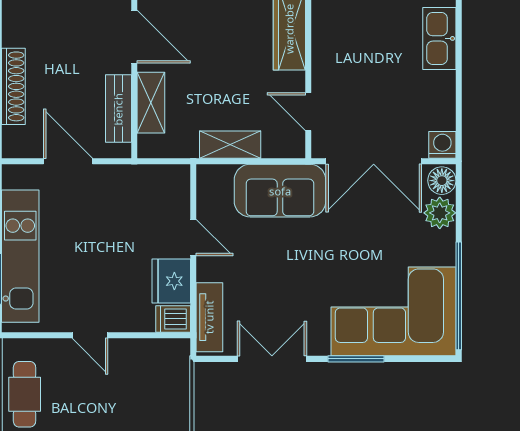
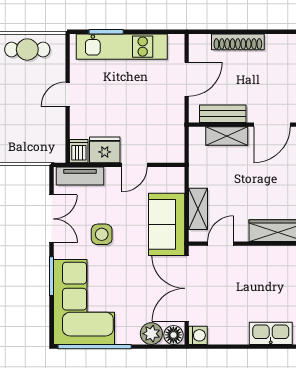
shelving: (230, 145) -> (198, 209), moved
side table: (295, 286) -> (102, 234), added

